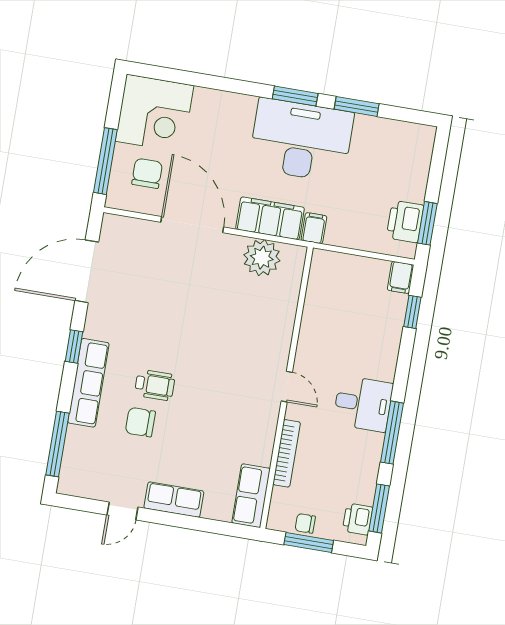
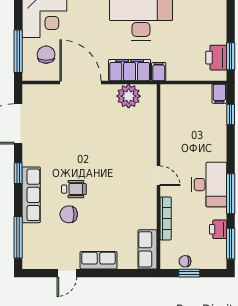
desk: (363, 404) -> (209, 185), width x1.37
printer: (358, 519) -> (218, 229), moved
window: (309, 543) -> (189, 273), width x0.67

